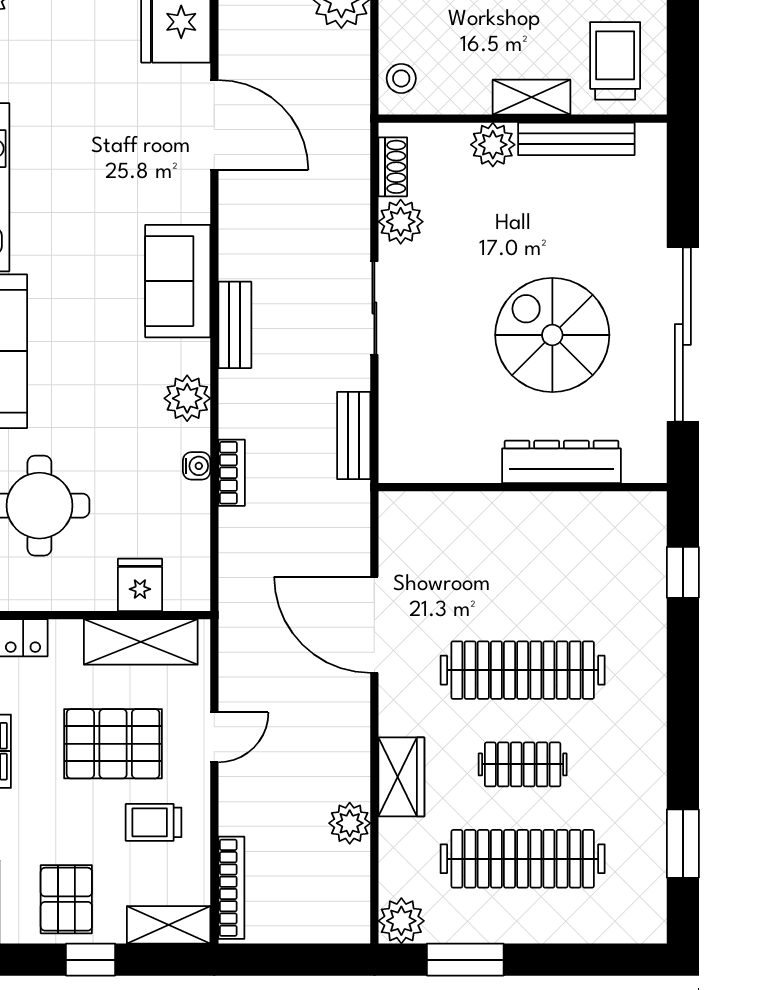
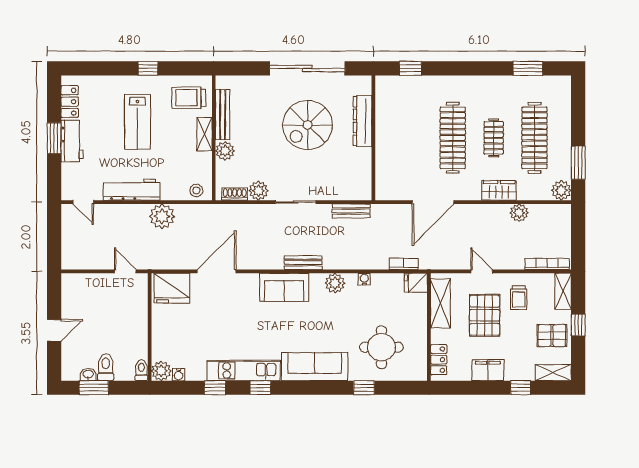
bookcase: (232, 473) -> (404, 264), moved
fridge: (140, 585) -> (416, 283), moved

